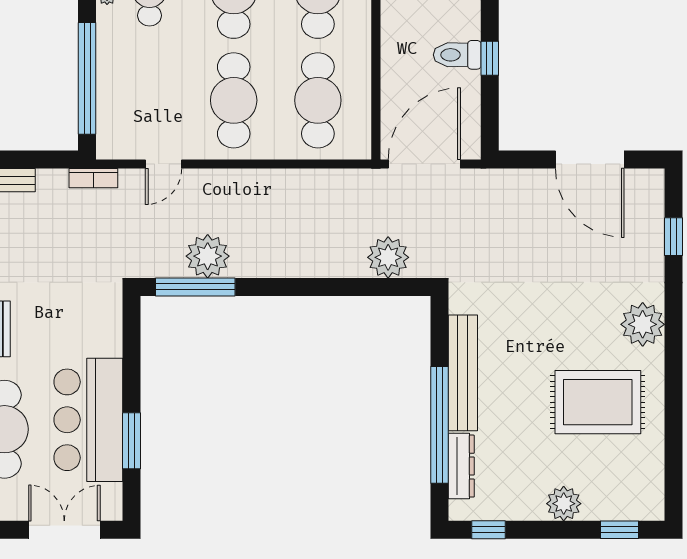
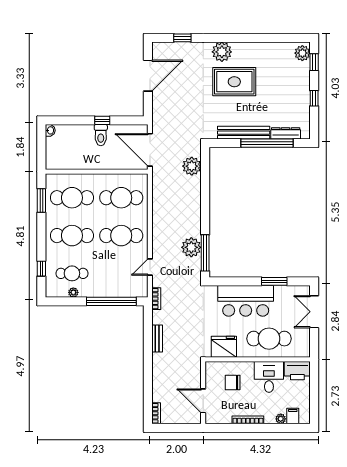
door: (164, 164) -> (150, 267), swing flipped
rug: (598, 402) -> (234, 82), moved, turned 90
bar counter: (88, 420) -> (246, 301), moved
plant: (564, 504) -> (302, 53), moved
window: (488, 530) -> (314, 98), moved

